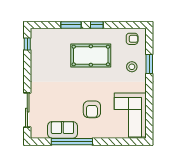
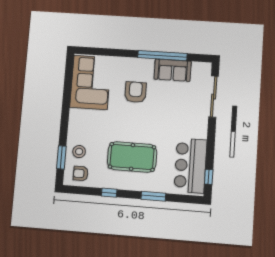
window: (97, 25) -> (109, 193), moved
bar counter: (43, 52) -> (190, 166), added
window: (149, 64) -> (61, 157), moved
stool: (132, 67) -> (79, 152), moved

